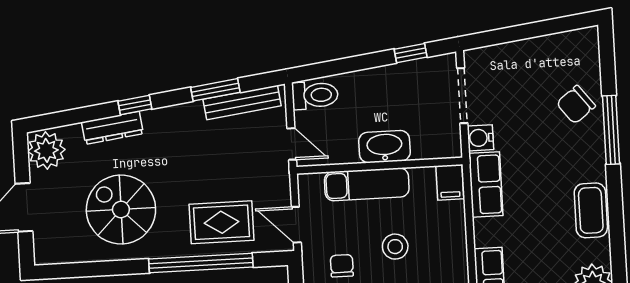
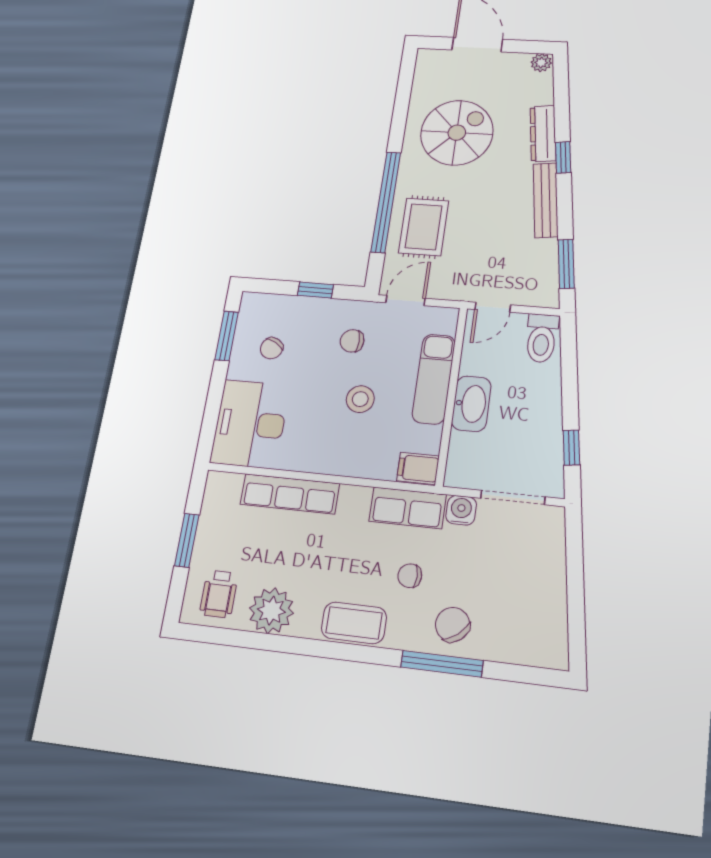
window: (215, 90) -> (566, 264), moved
bench: (242, 102) -> (546, 200), moved
chair: (576, 105) -> (453, 625), moved
plant: (46, 150) -> (541, 63), width x0.53, depth x0.53
chair: (543, 171) -> (410, 576), added
chair: (342, 266) -> (352, 341), turned 180

